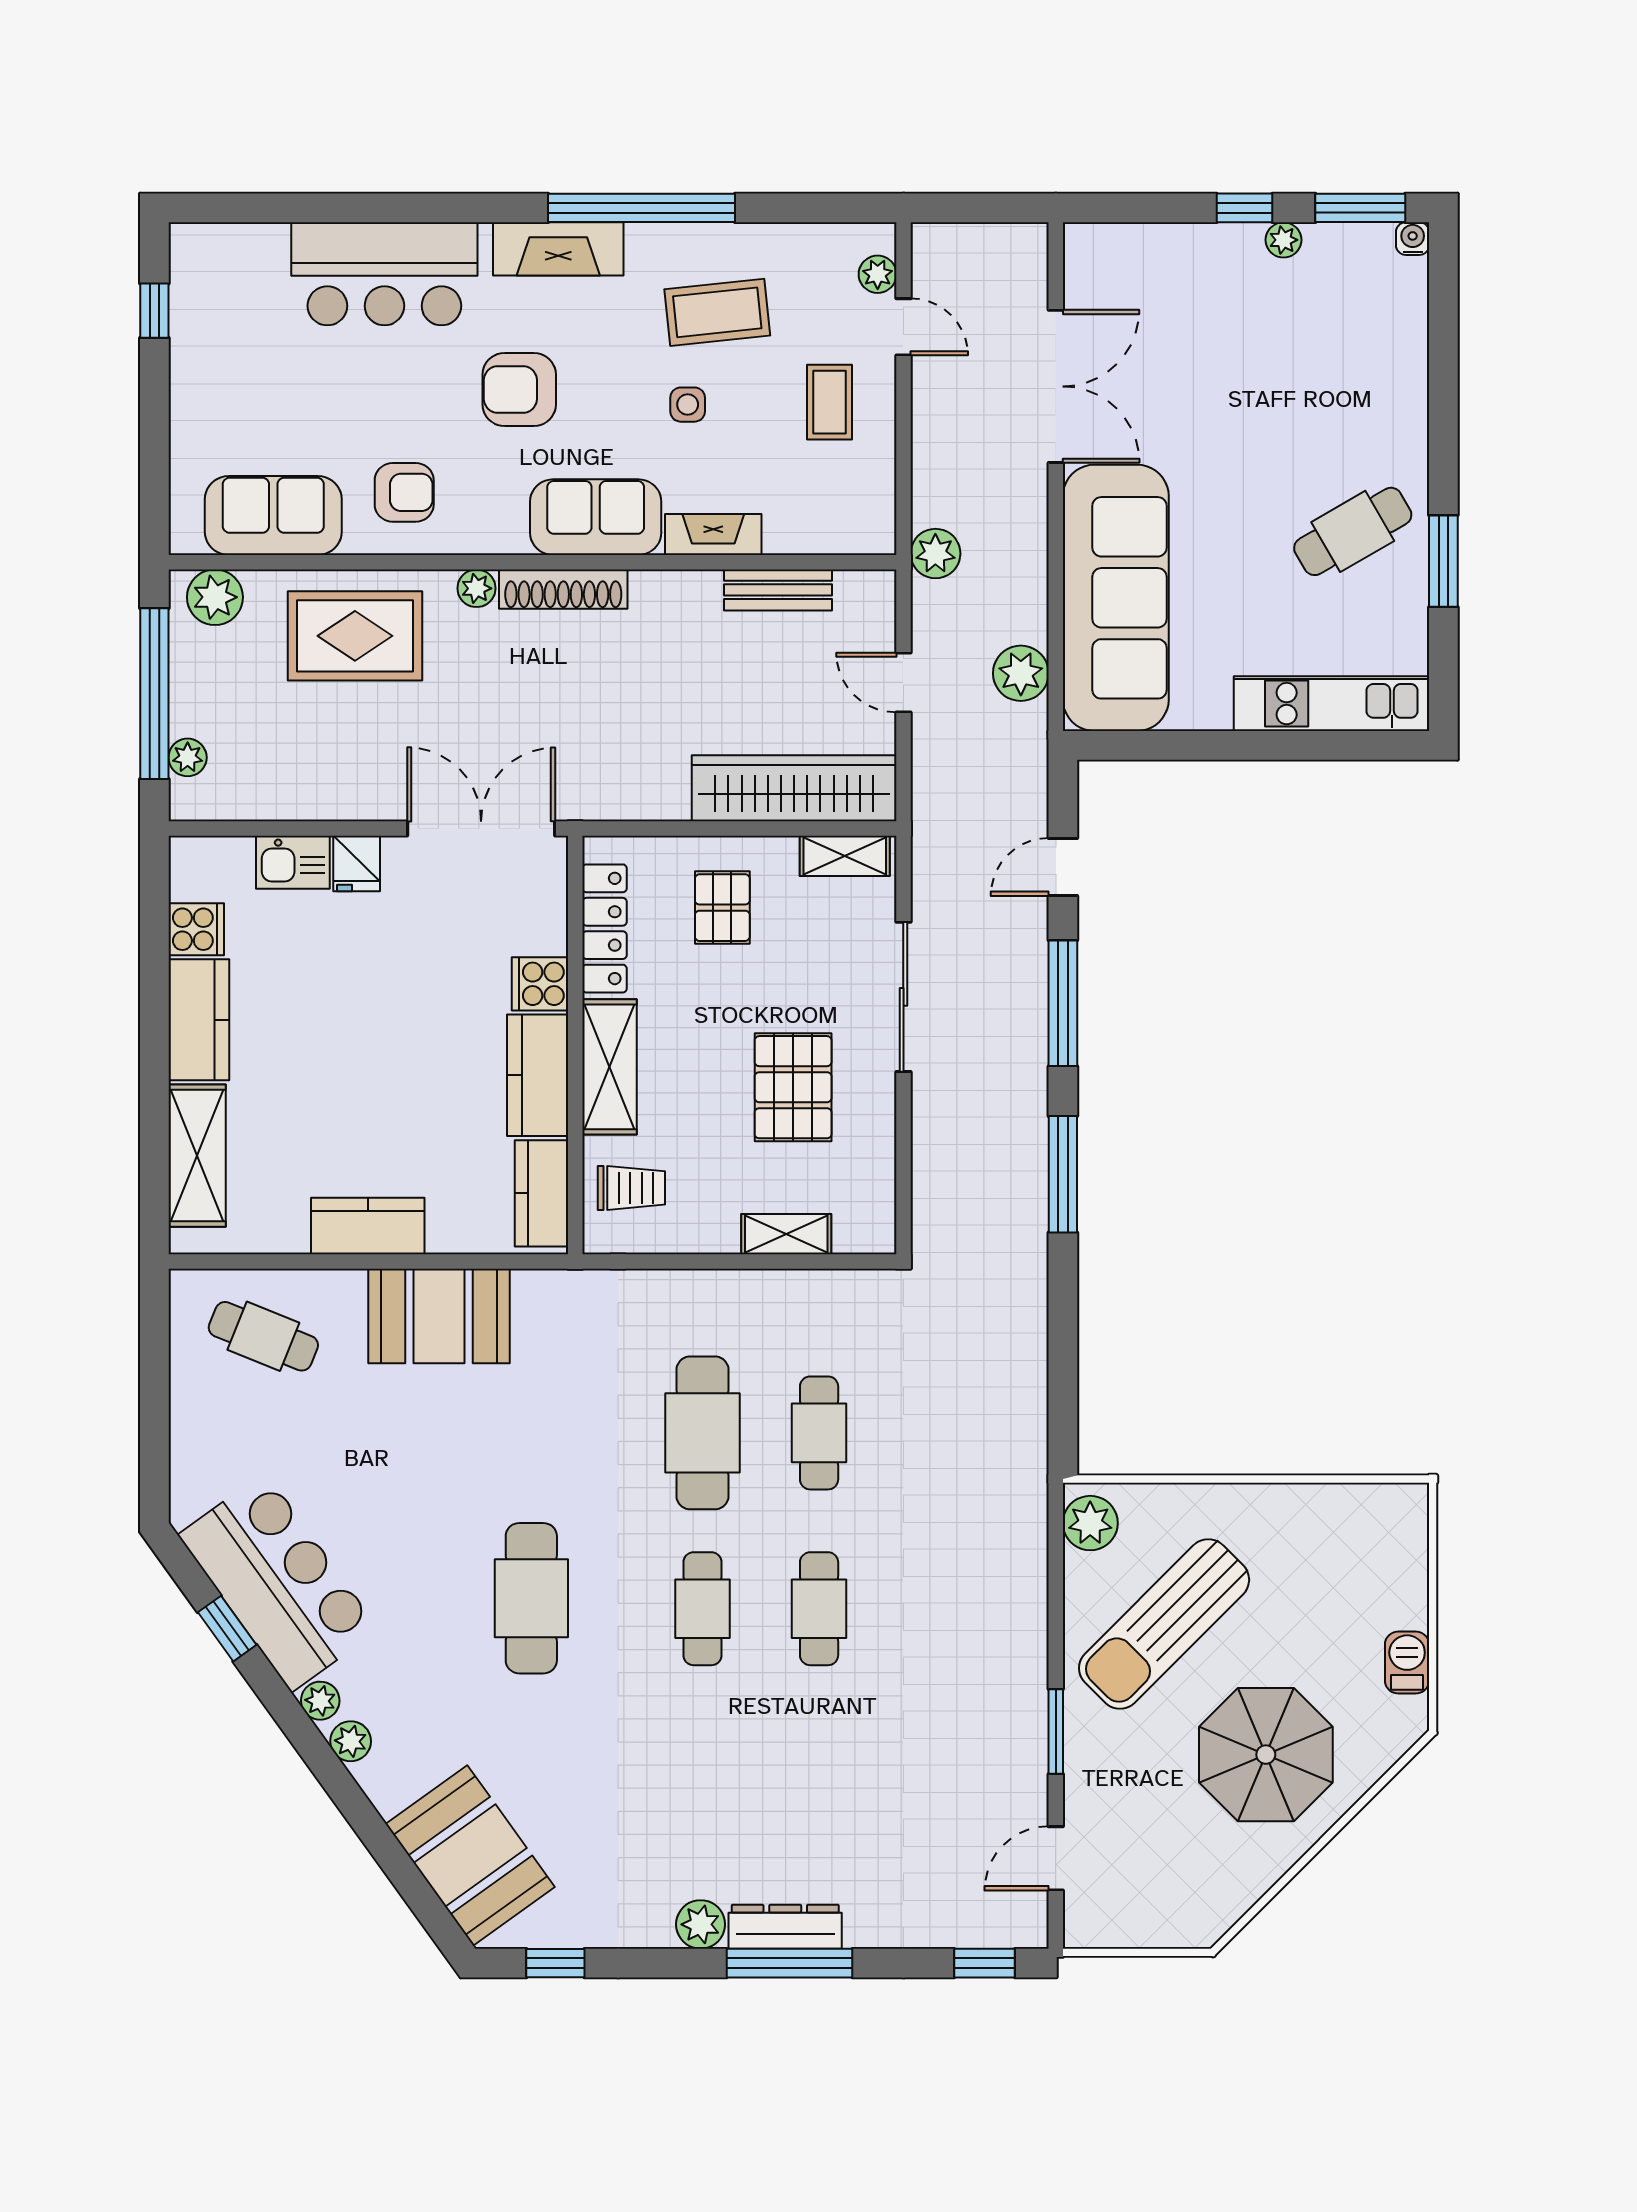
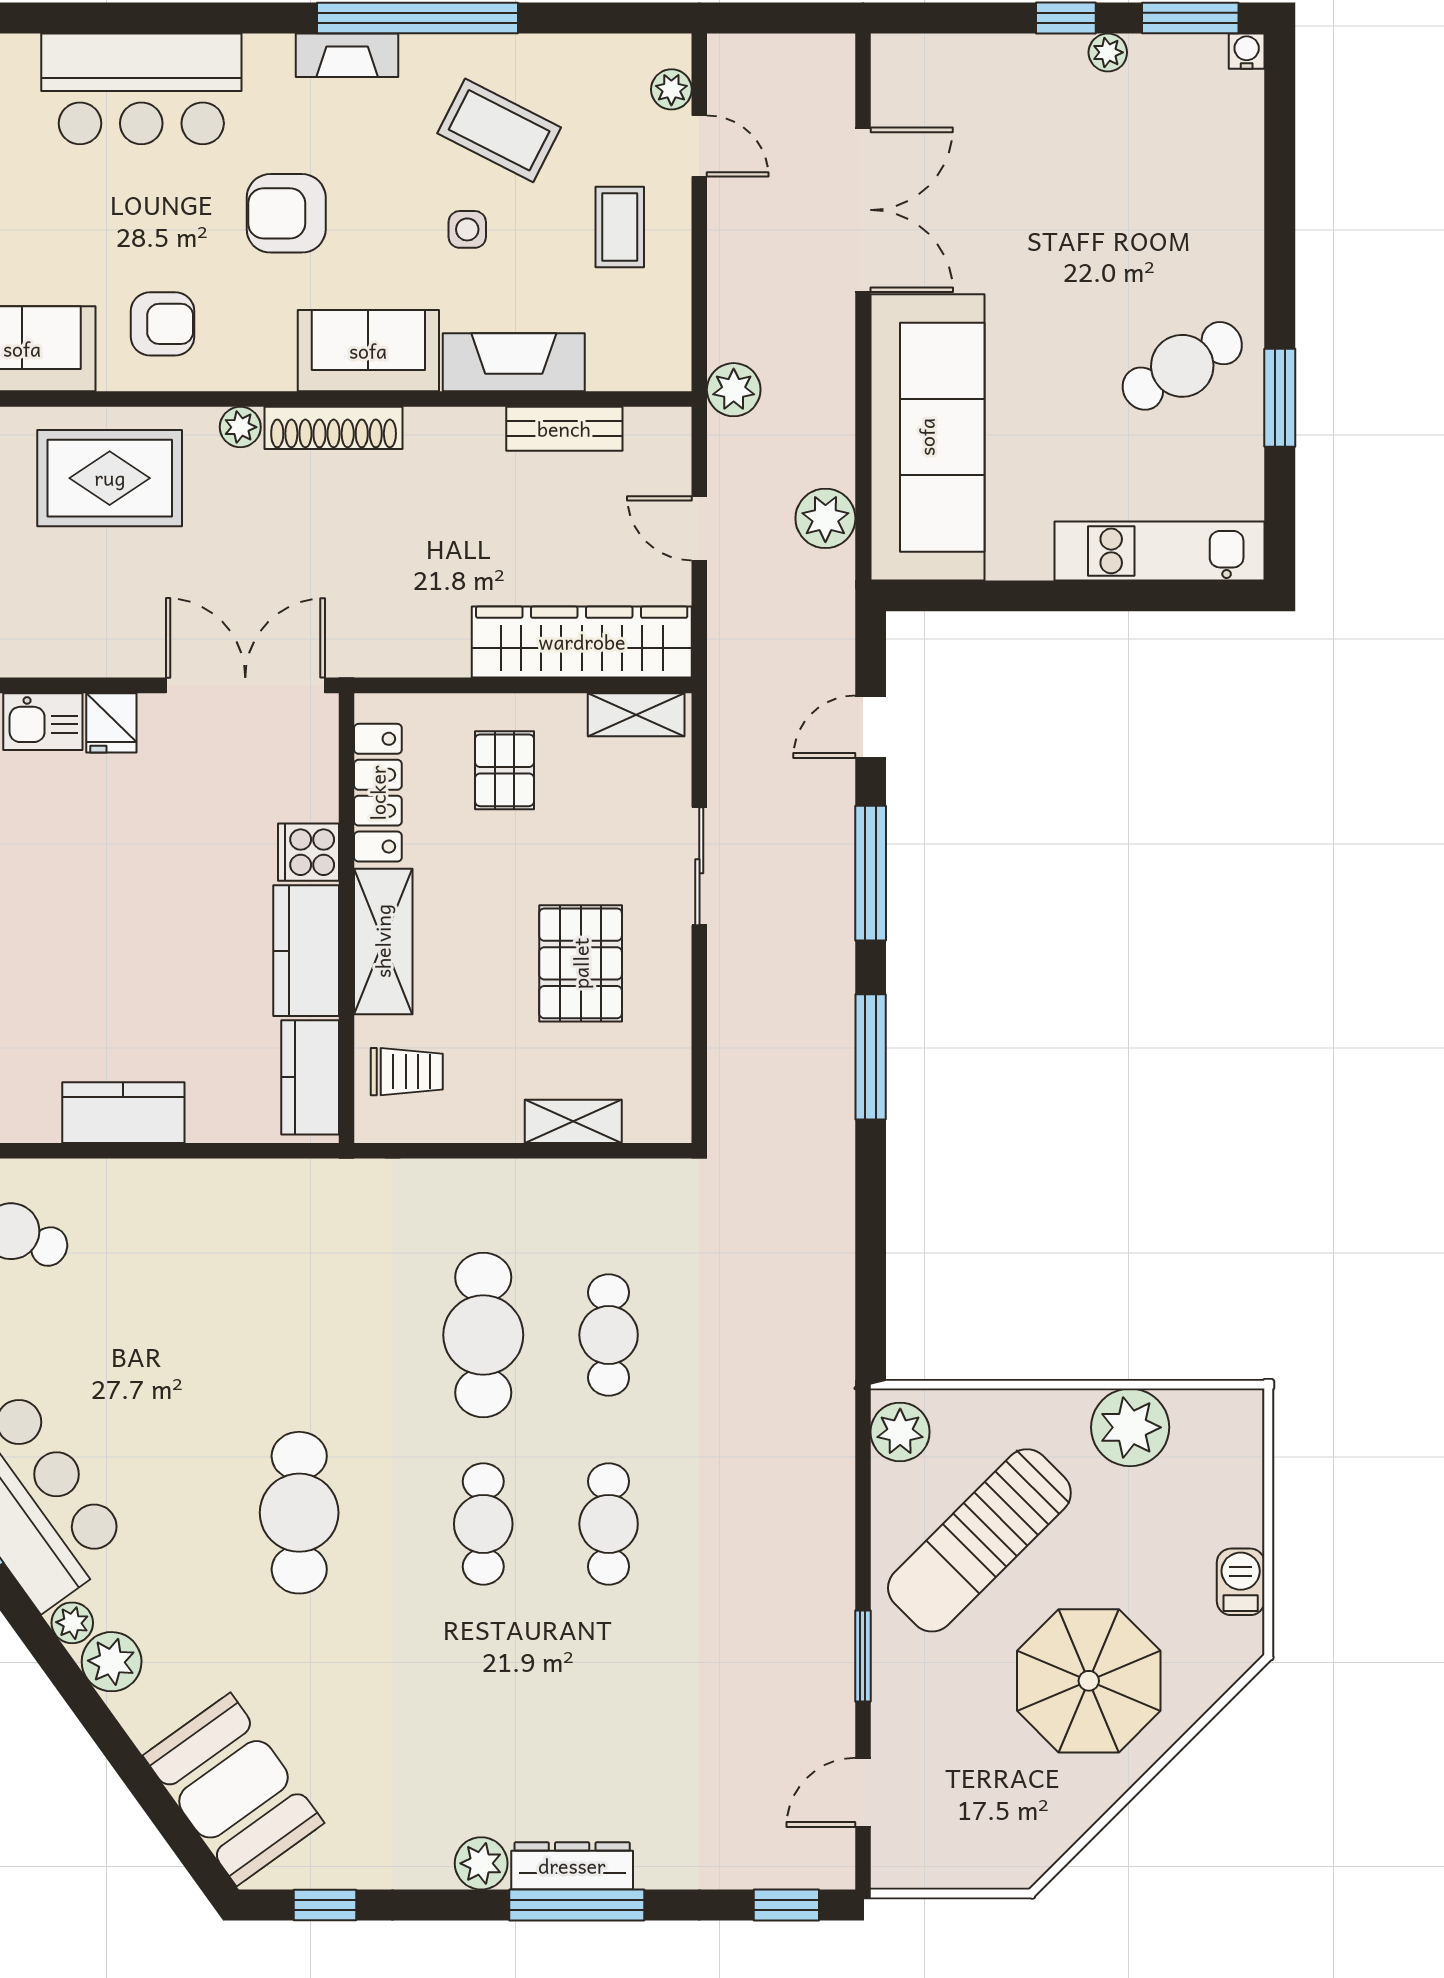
fireplace: (558, 249) -> (347, 55), width x0.73, depth x0.76
coffee table: (717, 312) -> (499, 130), turned 33
fireplace: (713, 535) -> (514, 362), width x1.37, depth x1.32
sliding door: (903, 997) -> (699, 866), width x0.73
booth: (439, 1316) -> (200, 1209), removed
plant: (1304, 1519) -> (1130, 1427), added
plant: (351, 1741) -> (112, 1662), width x1.38, depth x1.38

